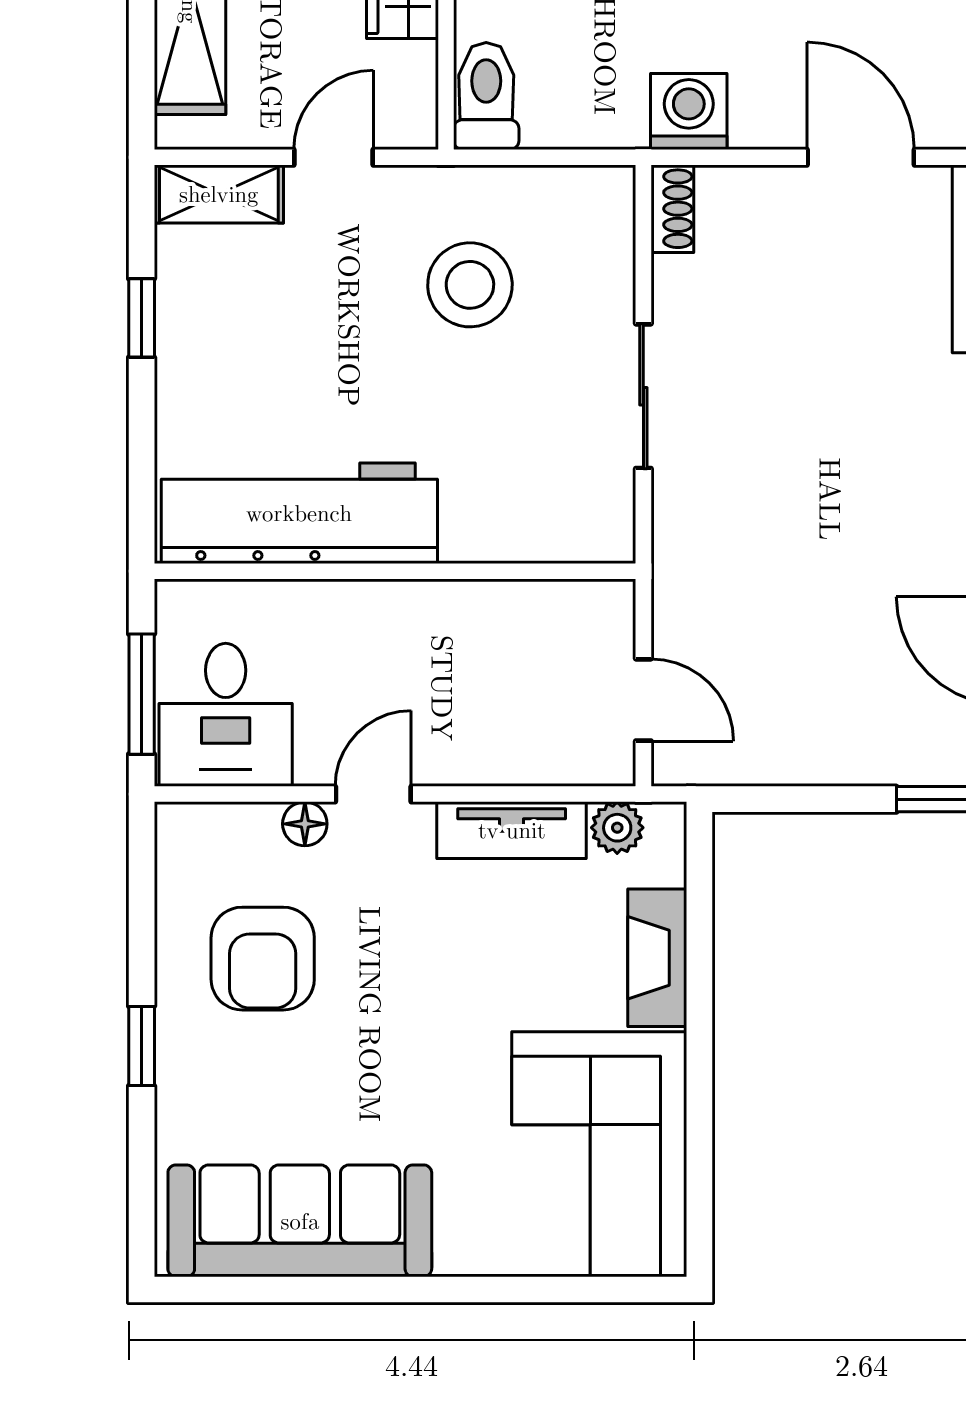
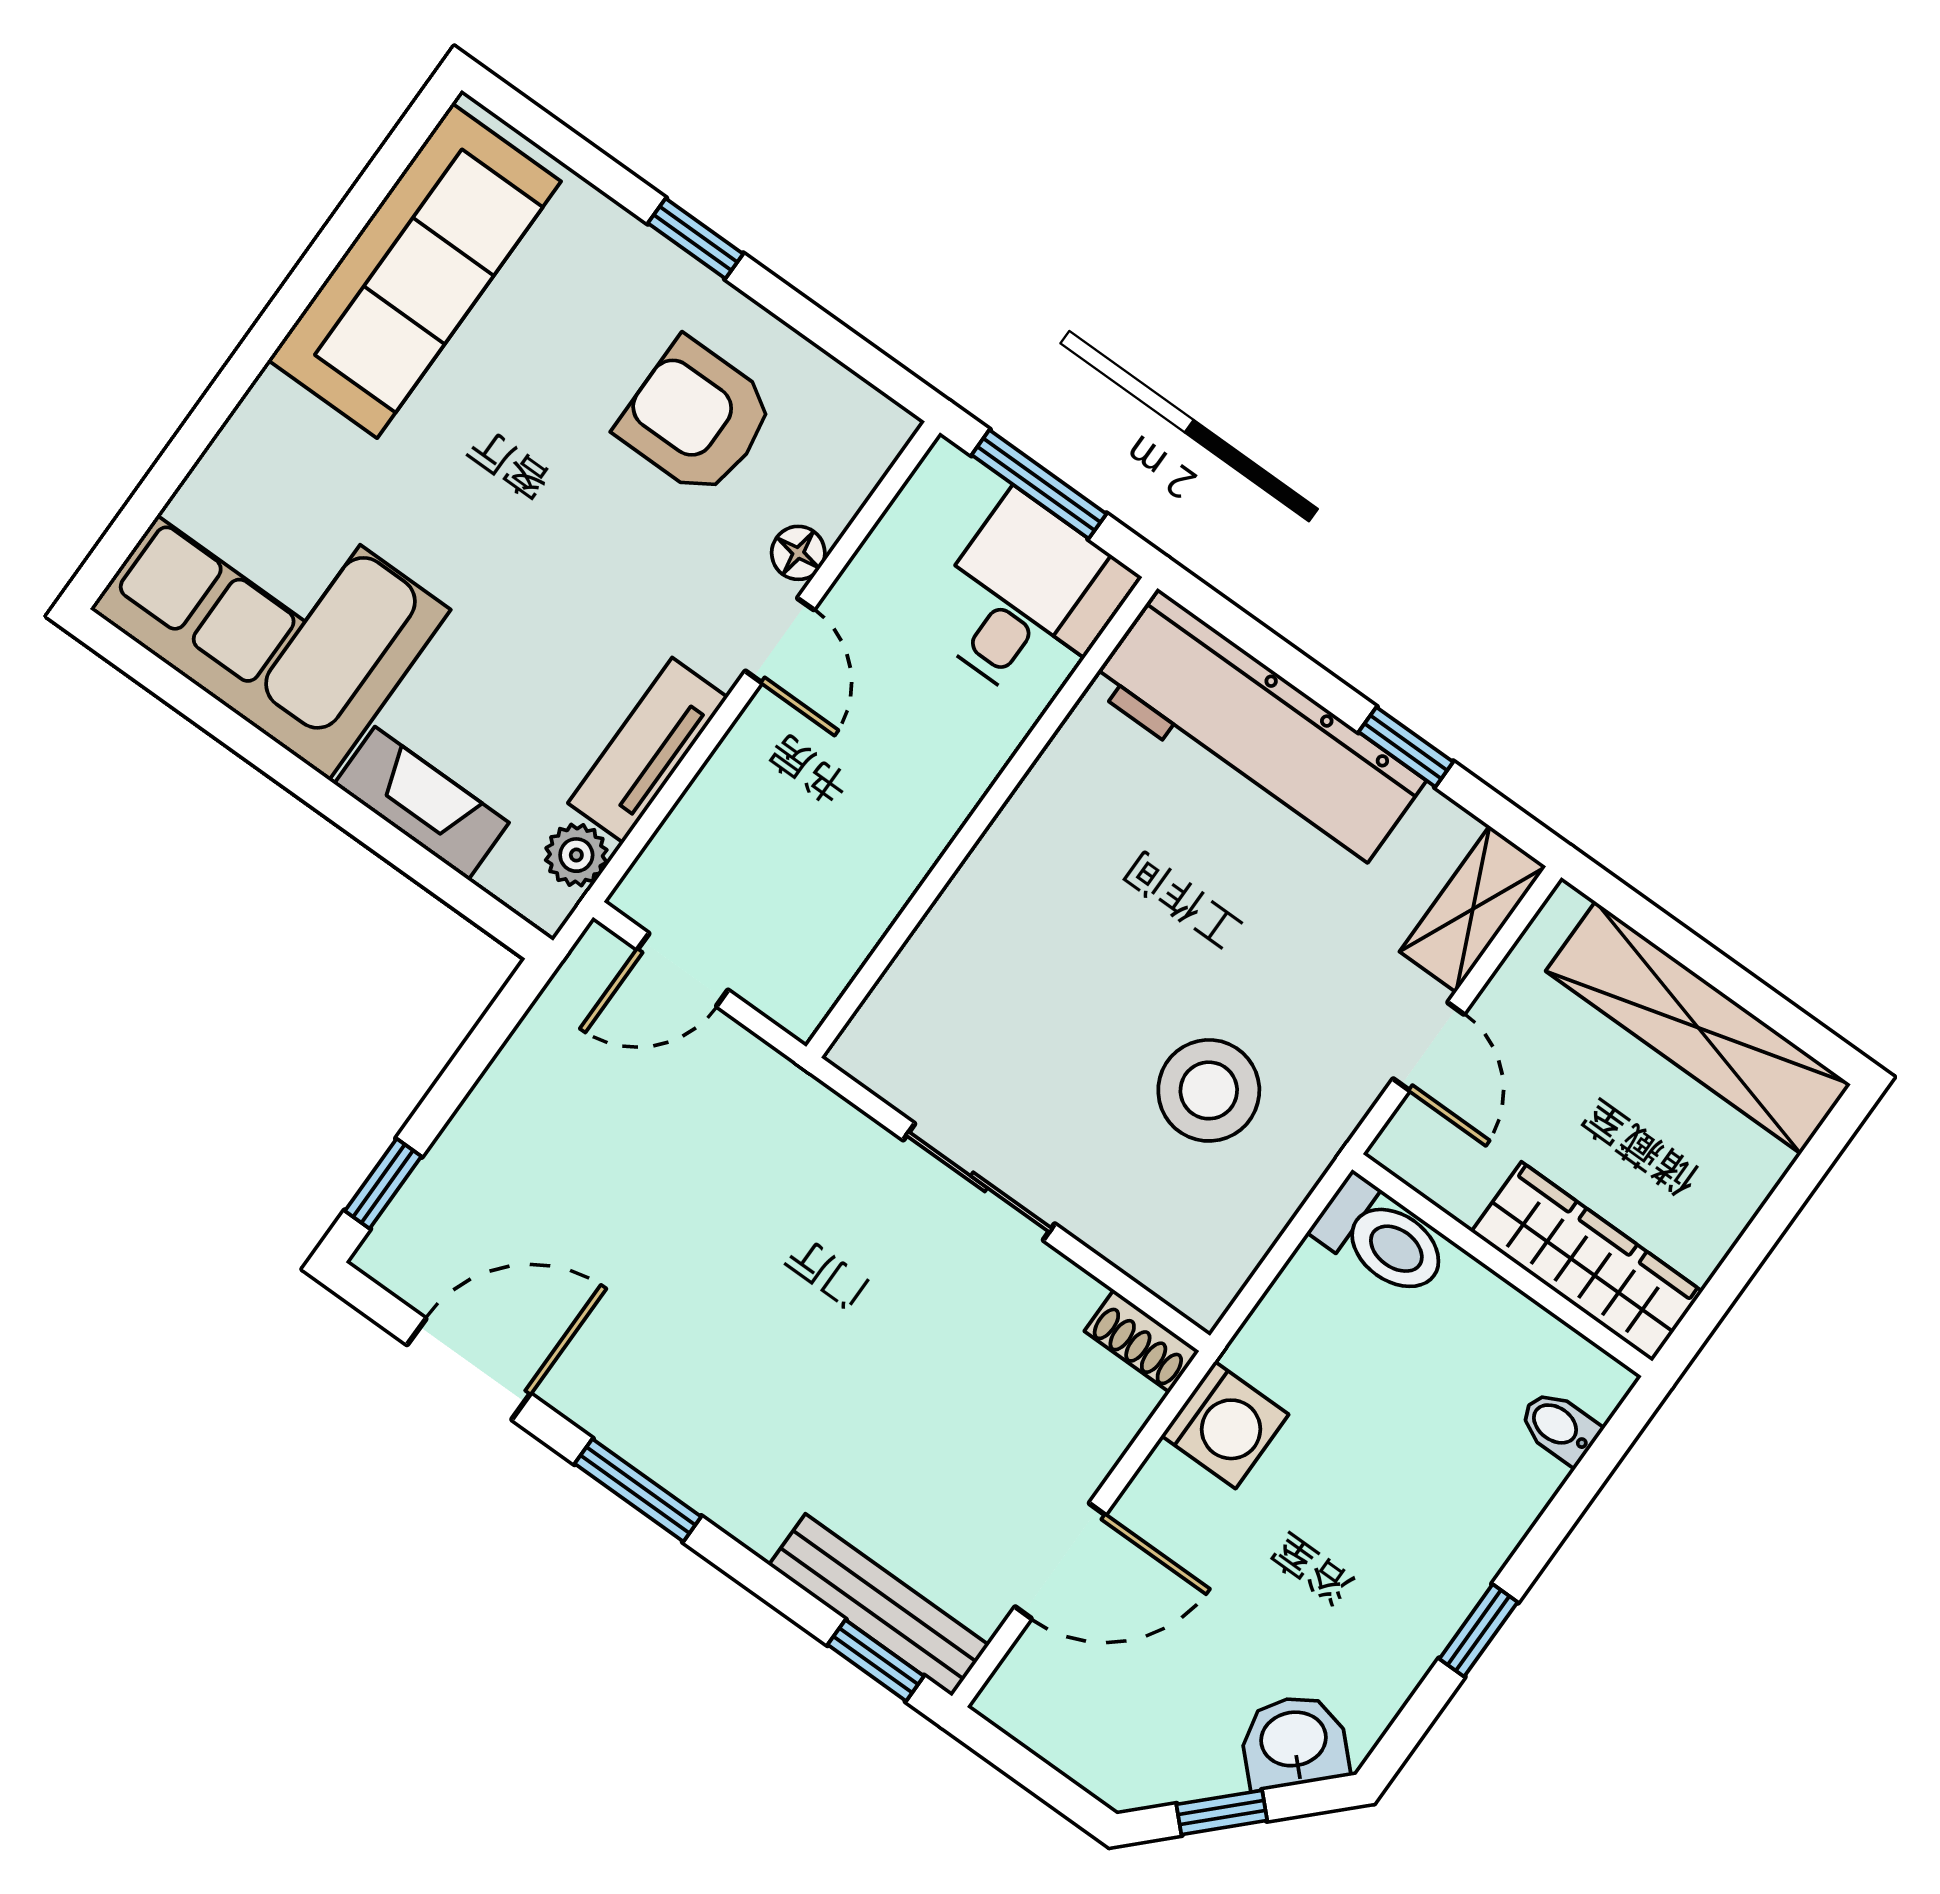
workbench: (299, 513) -> (1257, 733), moved, turned 90
desk: (226, 715) -> (1028, 601), moved, turned 90

